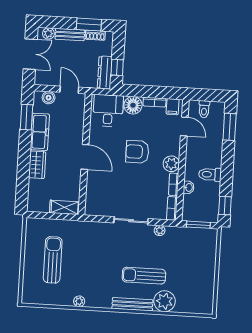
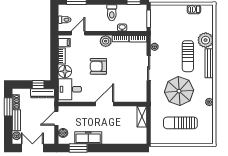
armchair: (137, 152) -> (98, 66), turned 90
wardrobe: (37, 165) -> (112, 138), removed
parasol: (97, 261) -> (179, 91), added
barbecue: (208, 288) -> (194, 9), added

